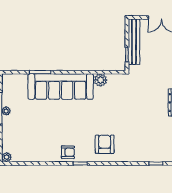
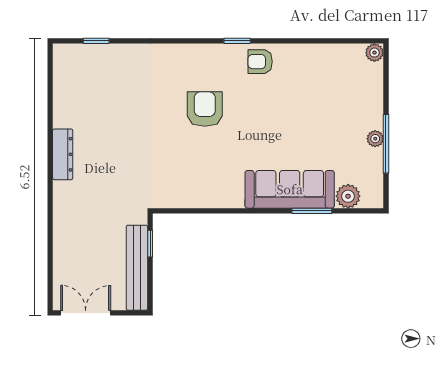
plant: (101, 80) -> (348, 196), moved
sofa: (61, 86) -> (290, 189), width x0.74, depth x0.79
armchair: (105, 144) -> (205, 109), moved, turned 180

